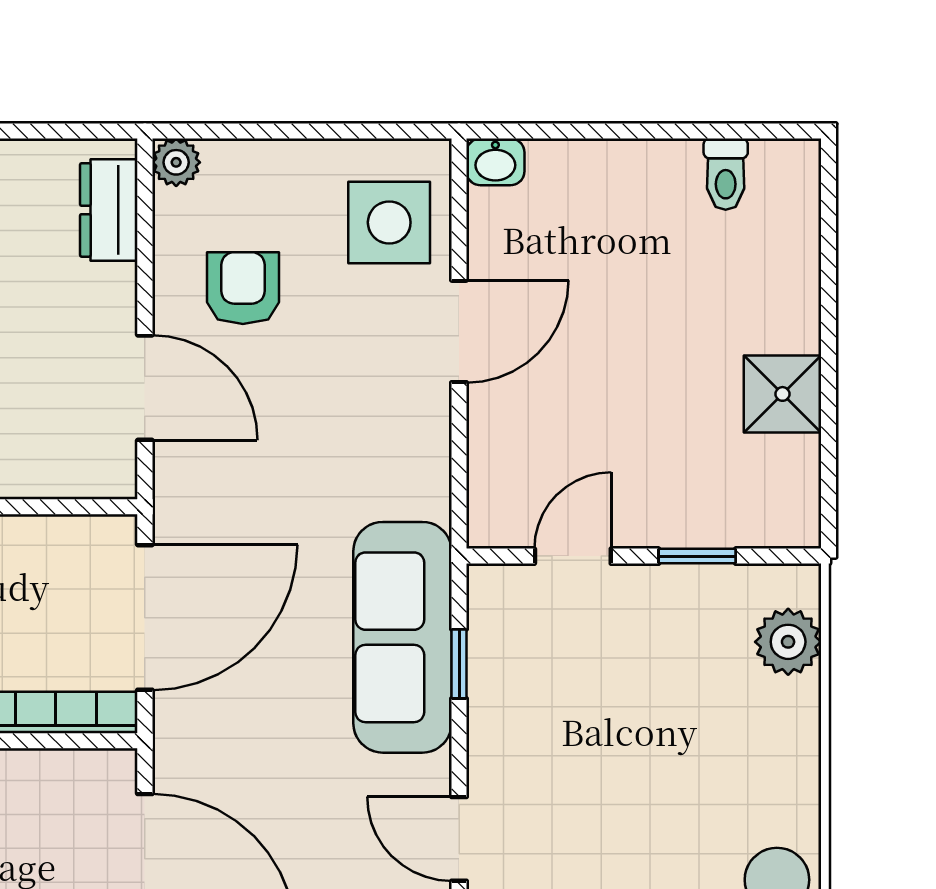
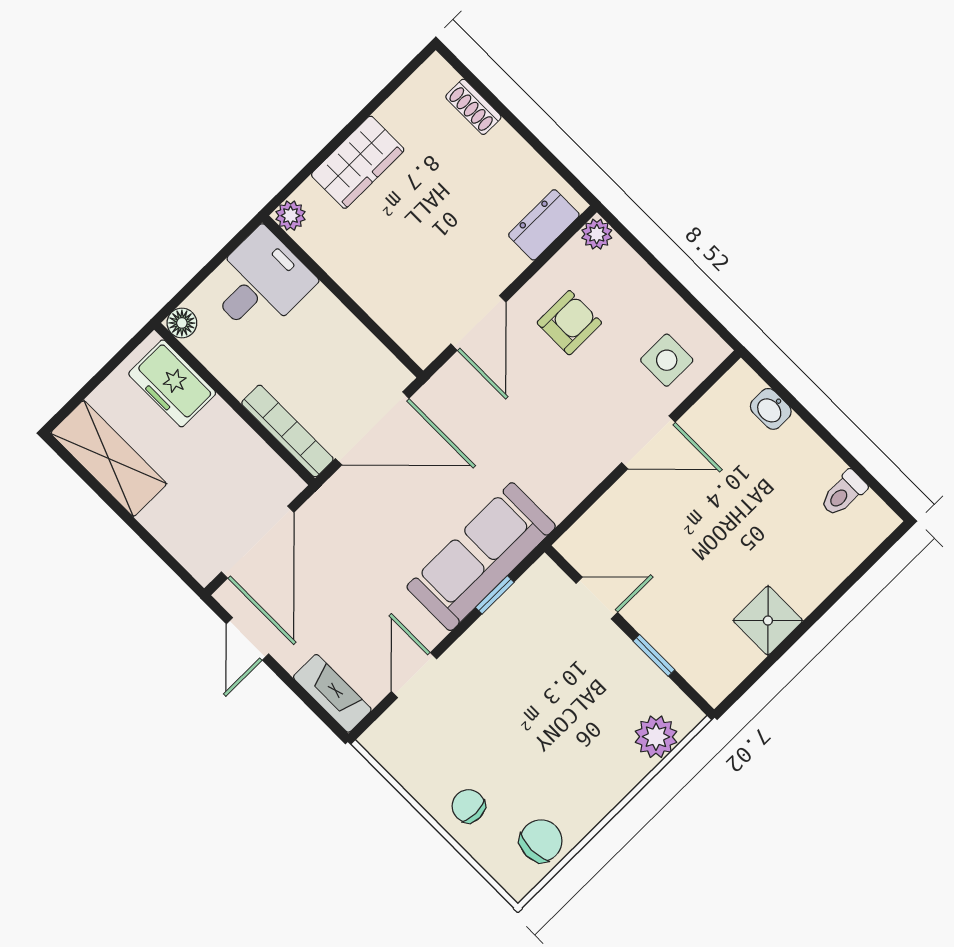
washbasin: (495, 162) -> (771, 409), moved
side table: (389, 222) -> (667, 360), width x0.73, depth x0.73

